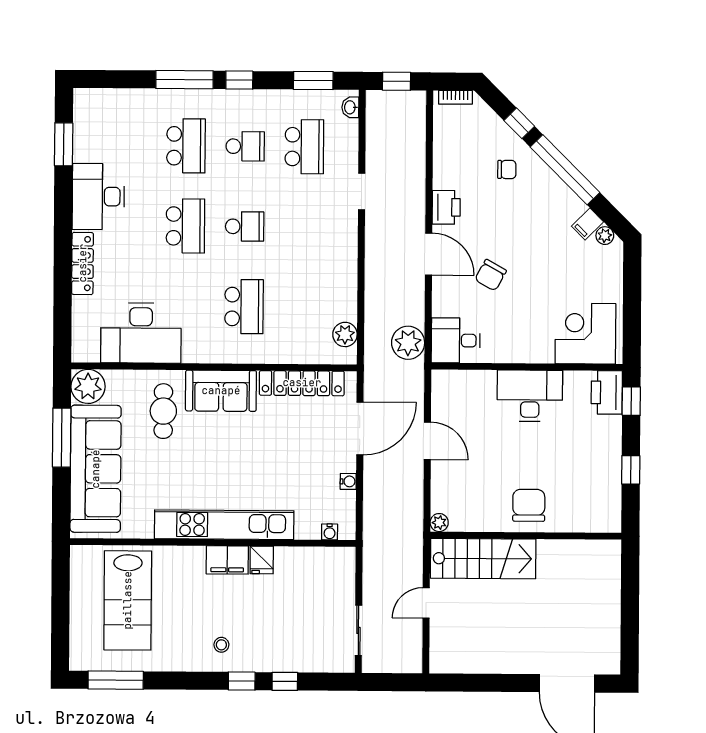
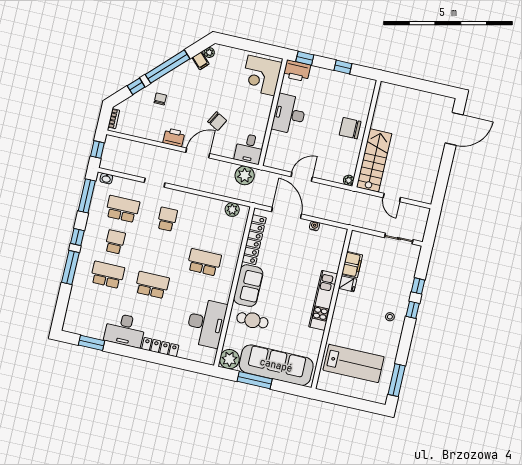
window: (313, 81) -> (87, 196), width x1.44
school desk: (245, 226) -> (167, 219), moved
kitchen unit: (224, 525) -> (323, 300), width x0.73
water cooler: (330, 532) -> (340, 243), removed
filing cabinet: (227, 560) -> (352, 265), moved

